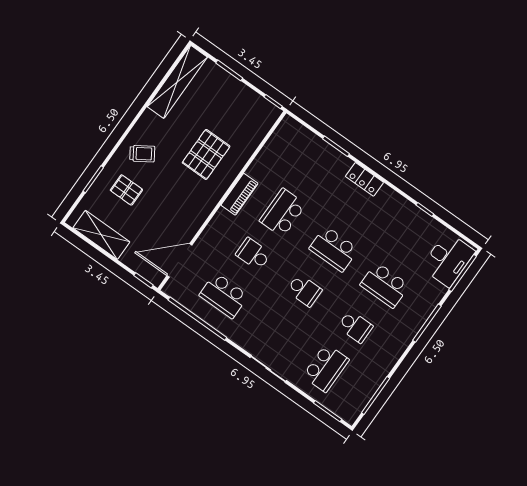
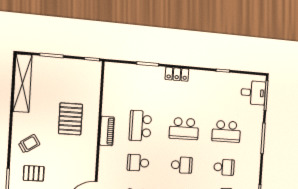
desk: (448, 259) -> (253, 93), width x0.73

